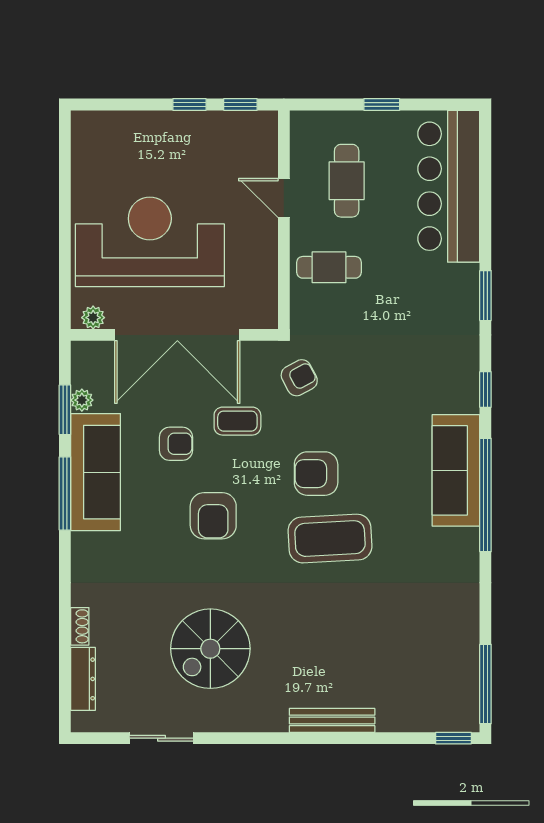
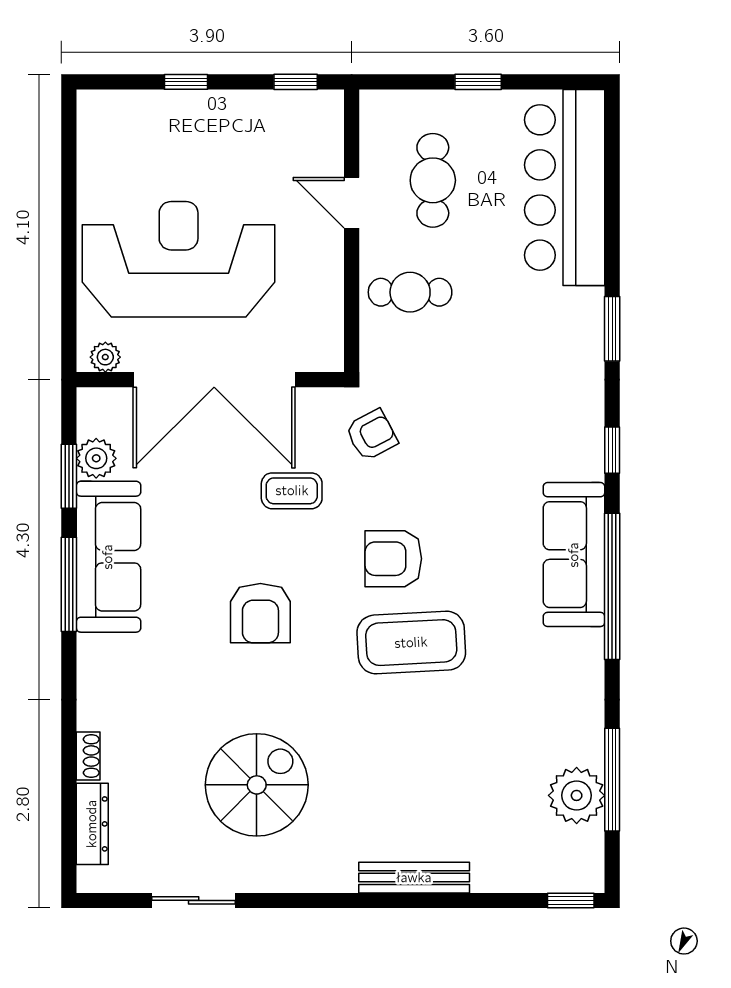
window: (189, 104) -> (186, 82), moved
plant: (82, 400) -> (96, 458), width x1.38, depth x1.38
armchair: (176, 444) -> (212, 520), removed
spiral stairs: (210, 649) -> (257, 785), turned 180
plant: (458, 657) -> (577, 795), added
window: (485, 684) -> (612, 780), moved

